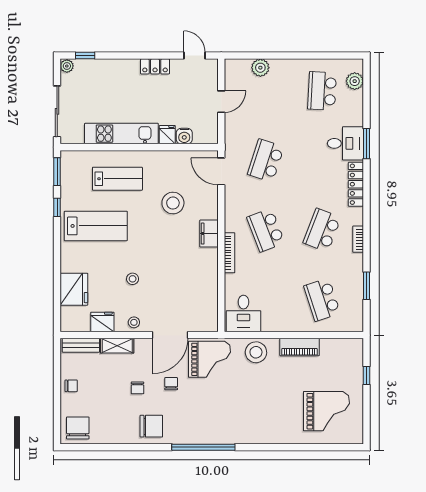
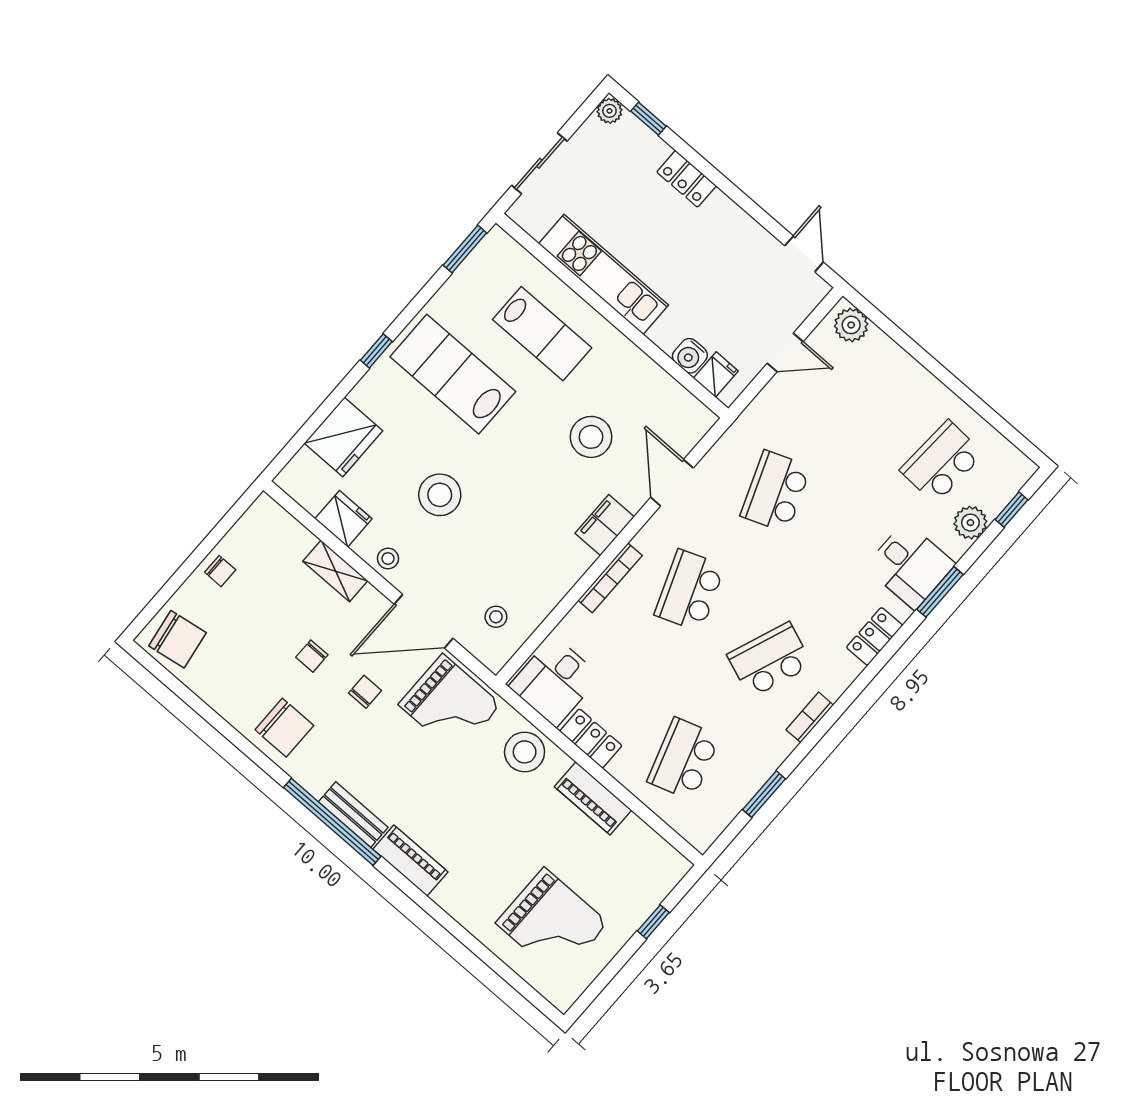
locker: (155, 66) -> (687, 179), moved
plant: (260, 68) -> (851, 325), moved
plant: (355, 81) -> (970, 523), moved
window: (367, 86) -> (1011, 510), added
sliding door: (57, 111) -> (539, 163), width x0.73
fridge: (167, 135) -> (716, 375), moved
school desk: (266, 161) -> (776, 491), turned -39
door: (221, 171) -> (672, 483), moved
locker: (356, 184) -> (874, 636), width x0.66
window: (57, 207) -> (376, 351), moved
lab bench: (96, 226) -> (453, 374), turned 180
stool: (133, 279) -> (440, 495), width x1.89, depth x1.89
stool: (197, 308) -> (496, 617), added
locker: (278, 324) -> (591, 739), added
bench: (81, 345) -> (353, 815), moved
chair: (78, 428) -> (177, 639), turned 81
piano: (248, 436) -> (410, 861), added

